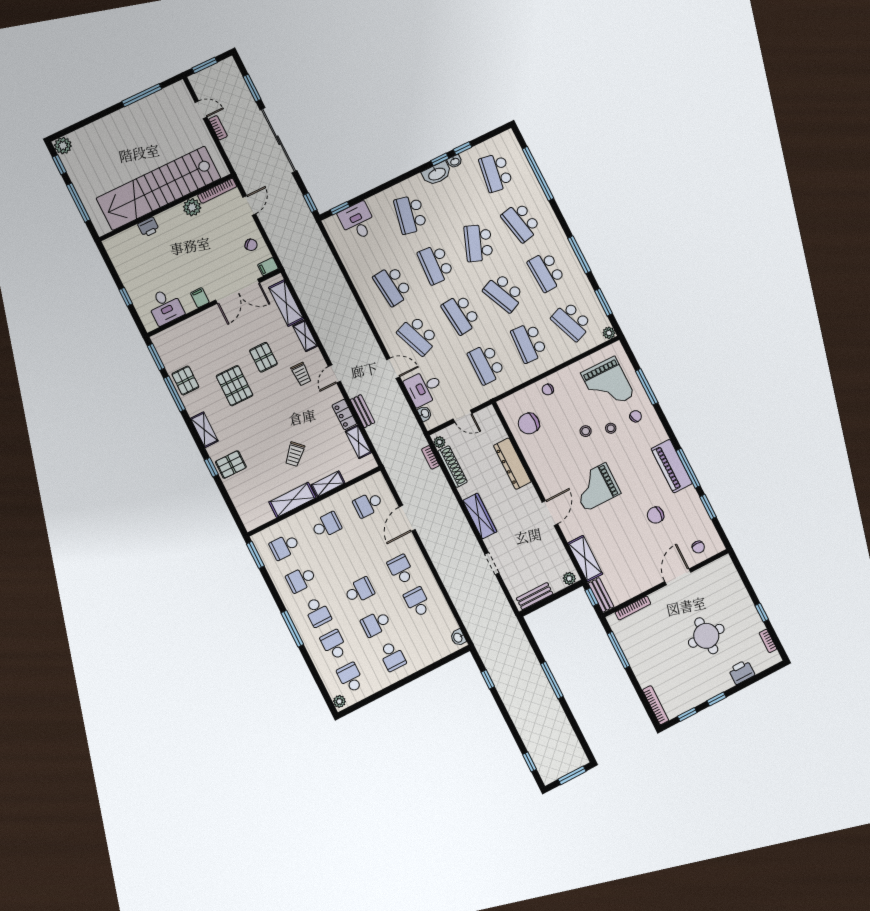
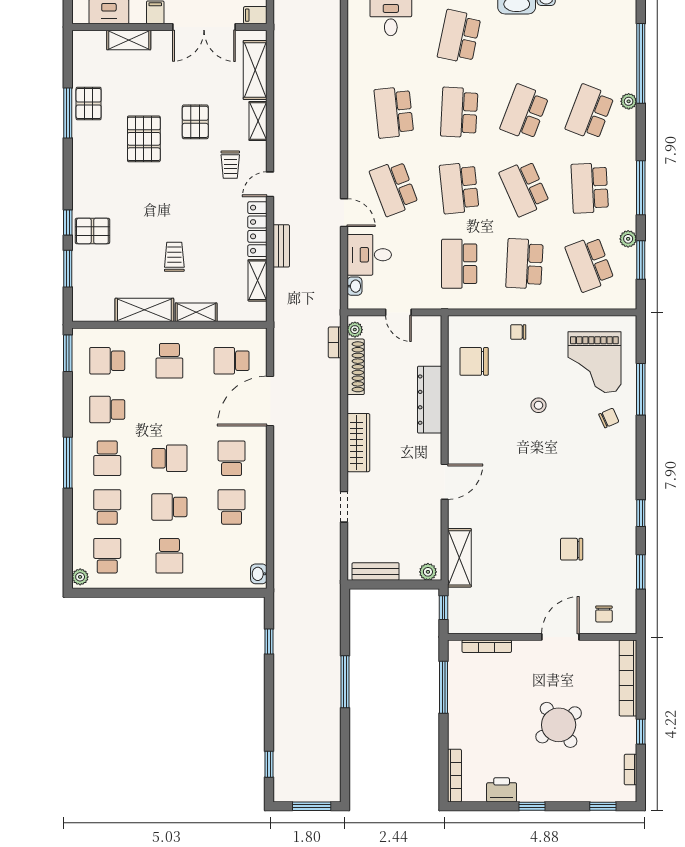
school desk: (496, 173) -> (590, 37), removed
plant: (543, 202) -> (629, 101), added
school desk: (521, 222) -> (590, 112), turned 33
plant: (609, 333) -> (628, 239), moved
window: (156, 357) -> (68, 269), moved
locker: (344, 415) -> (257, 229), width x1.53
stool: (611, 428) -> (571, 417), removed
shelving: (204, 430) -> (129, 40), moved, turned 90
trolley: (295, 454) -> (174, 257), turned 136
piano: (672, 466) -> (622, 500), removed
window: (688, 468) -> (641, 513), width x0.46
grand piano: (596, 487) -> (516, 479), removed
door: (407, 518) -> (270, 401), width x1.36
school desk: (326, 525) -> (169, 361), turned 90
bookcase: (735, 581) -> (628, 678), added
bench: (601, 595) -> (456, 611), removed
round table: (706, 636) -> (559, 725), turned -36
printer: (742, 672) -> (502, 790), moved
window: (687, 714) -> (603, 806), moved

